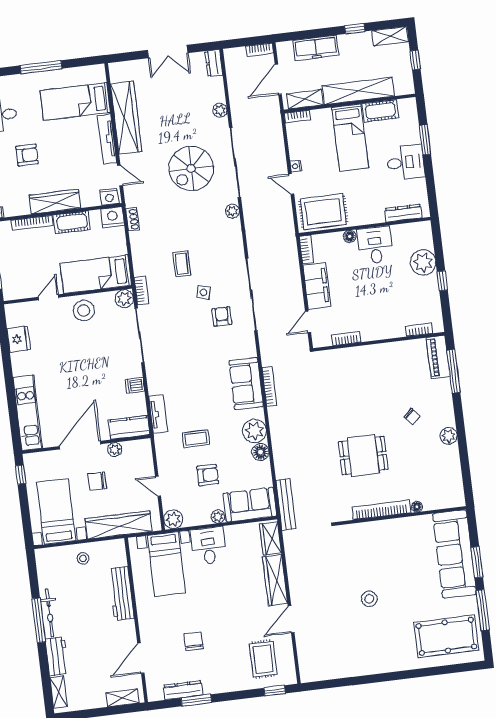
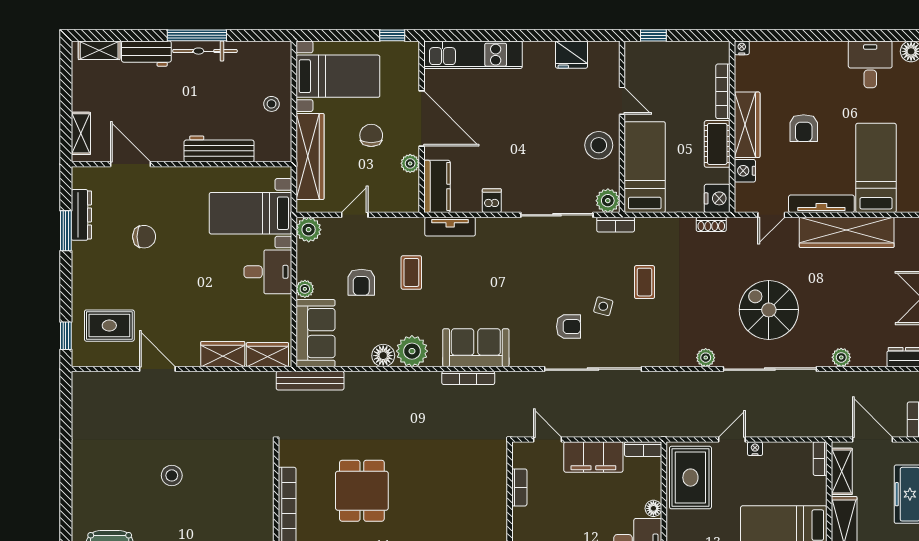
armchair: (27, 155) -> (804, 128), moved
nightstand: (109, 197) -> (745, 171), moved
coffee table: (182, 264) -> (644, 282), turned 90
wardrobe: (275, 580) -> (223, 354), width x0.67

